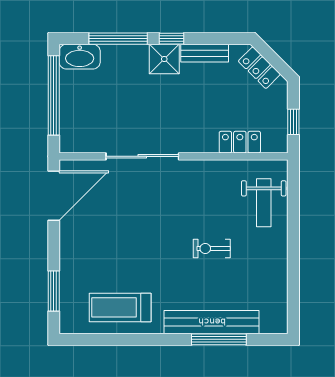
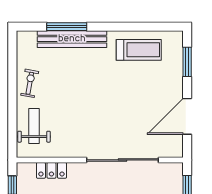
sliding door: (142, 156) -> (122, 160), width x1.36
door: (54, 196) -> (187, 116), moved
exercise bike: (212, 248) -> (30, 83), moved, turned -80

